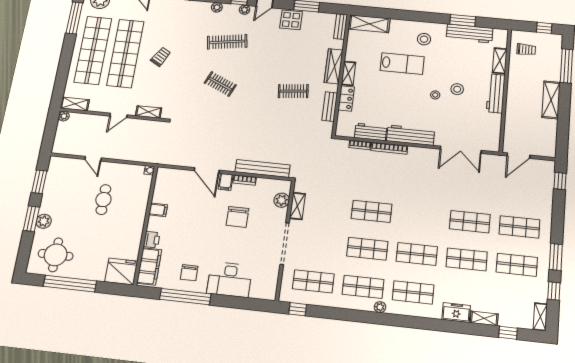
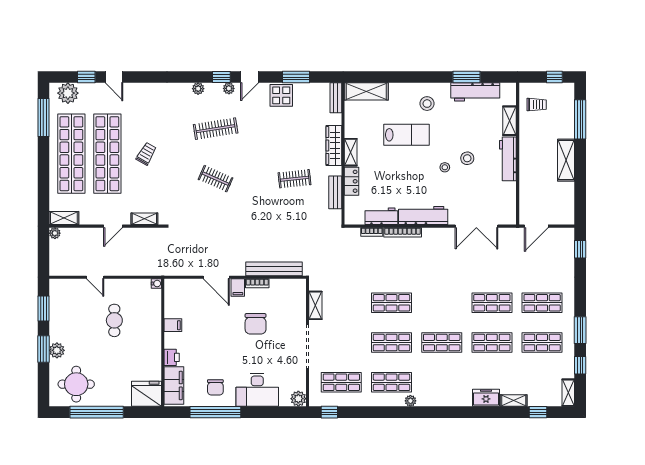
plant: (282, 200) -> (298, 399), moved
shop shelf: (413, 292) -> (442, 382), removed

